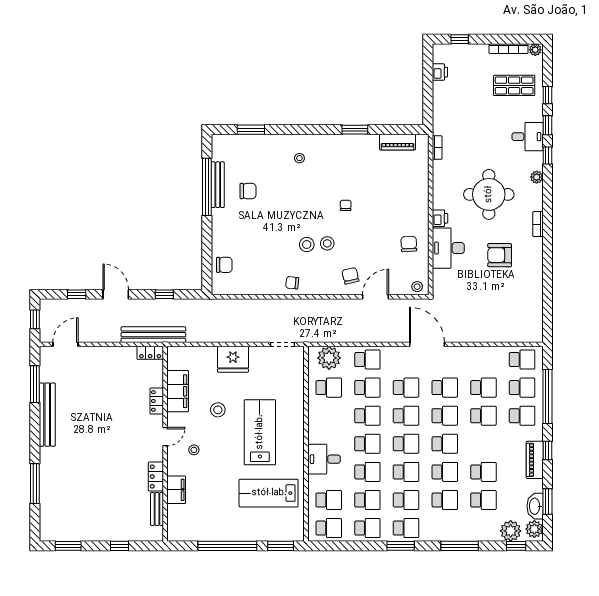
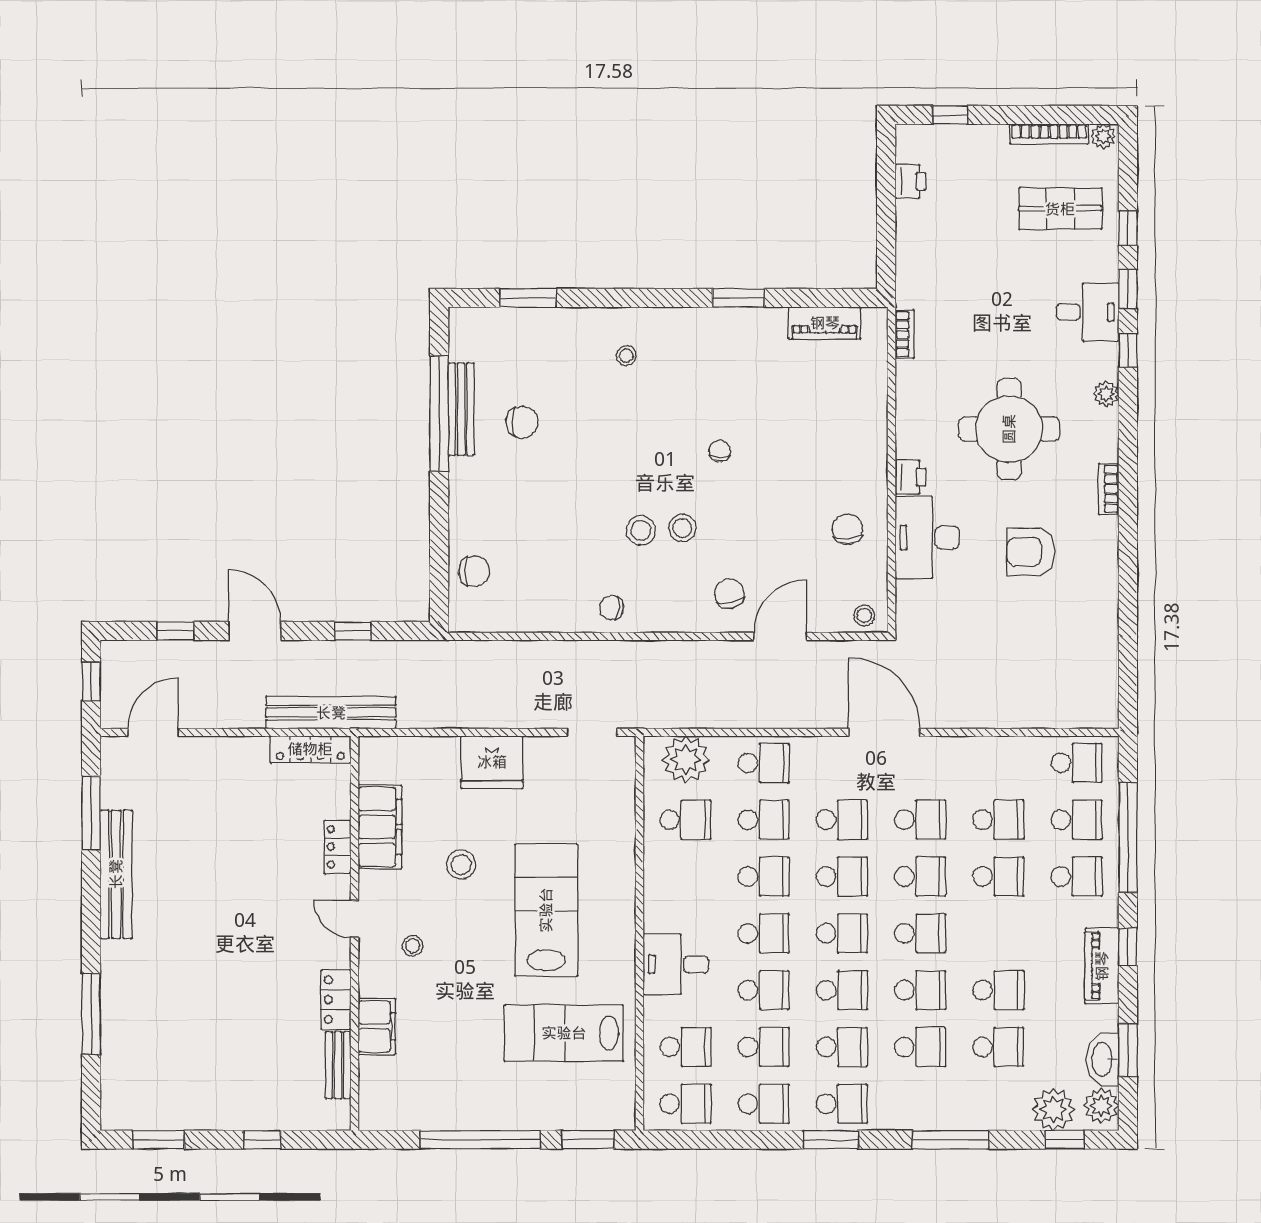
locker: (150, 353) -> (310, 749), width x1.53
door: (165, 437) -> (354, 919), swing flipped

